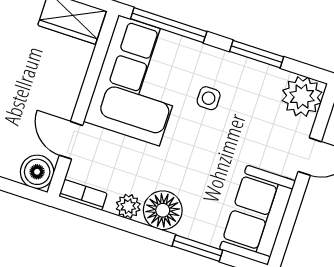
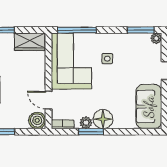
window: (257, 54) -> (141, 30), moved
plant: (302, 97) -> (156, 38), width x0.53, depth x0.53
window: (197, 248) -> (91, 132), moved

